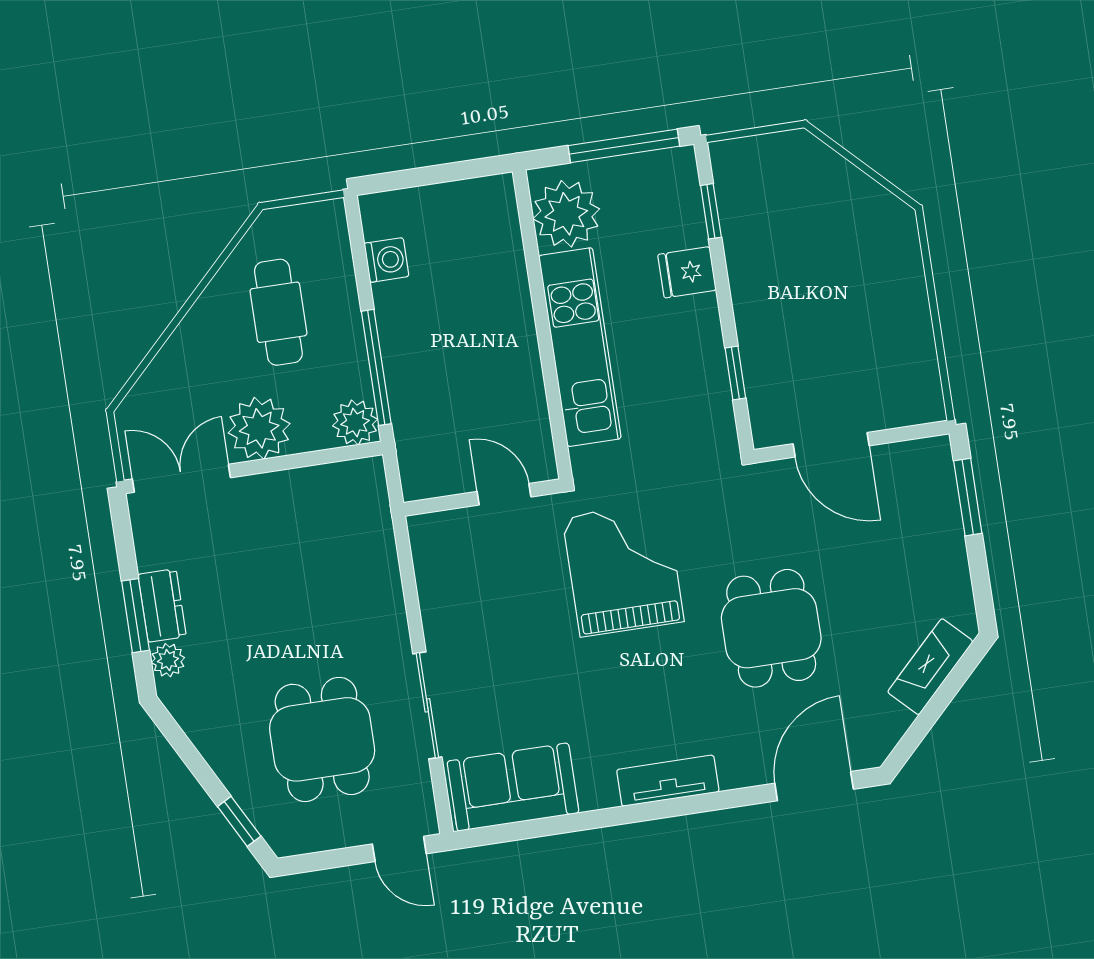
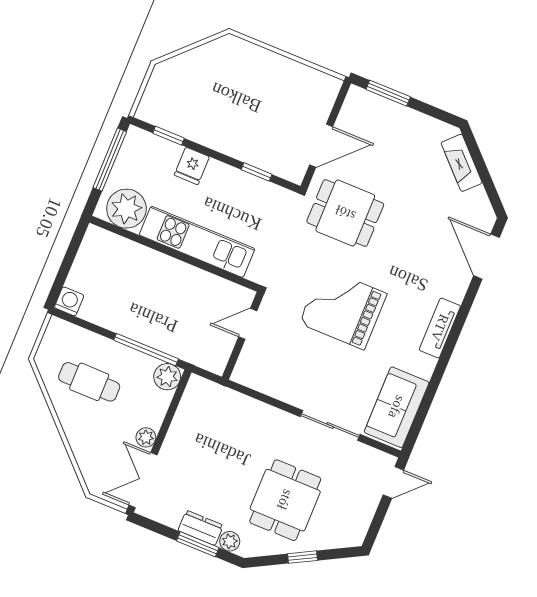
washing machine: (386, 260) -> (69, 301), moved
plant: (259, 428) -> (146, 437), width x0.53, depth x0.53
grand piano: (623, 569) -> (343, 308), moved
dining table: (771, 628) -> (345, 213), moved
dining table: (322, 739) -> (285, 500), moved, turned 90
window: (239, 821) -> (302, 557), moved

